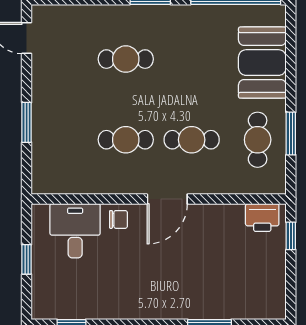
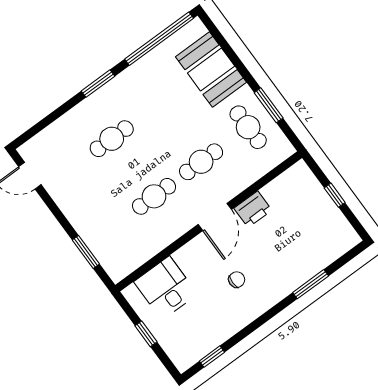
window: (27, 122) -> (86, 252), moved
printer: (262, 218) -> (253, 209), moved
chair: (118, 219) -> (237, 280), moved
window: (291, 236) -> (335, 195), moved

